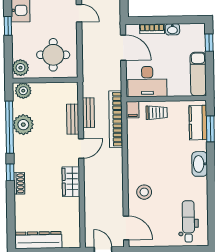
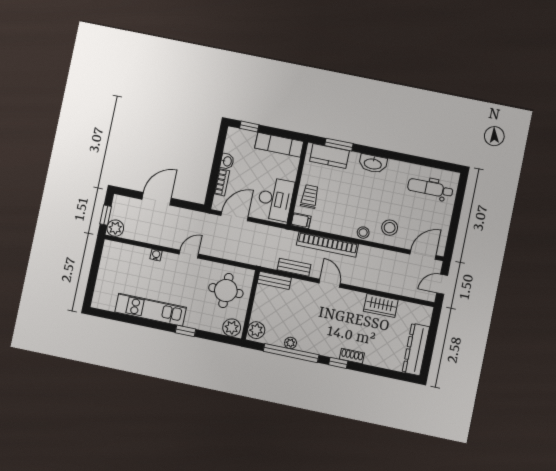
bench: (73, 119) -> (274, 280), moved
bookcase: (116, 119) -> (327, 245), moved
plant: (23, 125) -> (291, 343), width x0.53, depth x0.53
stool: (134, 169) -> (363, 233), added
wardrobe: (71, 182) -> (381, 306), moved

